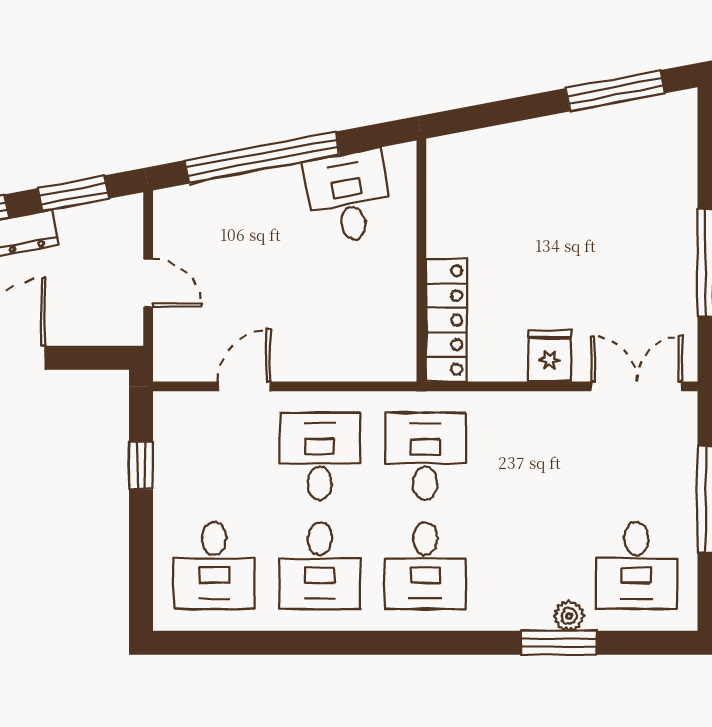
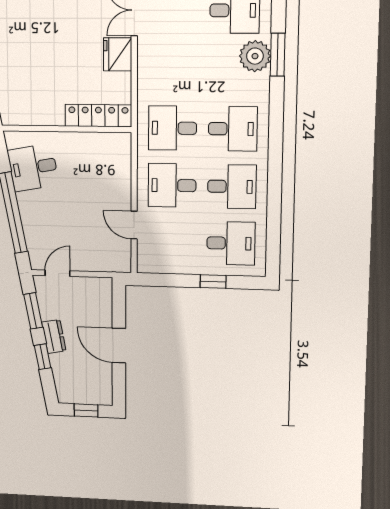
door: (148, 283) -> (58, 273), moved
fridge: (550, 356) -> (118, 54), width x1.38
window: (141, 465) -> (213, 282), moved
plant: (569, 616) -> (255, 56), width x1.87, depth x1.87

